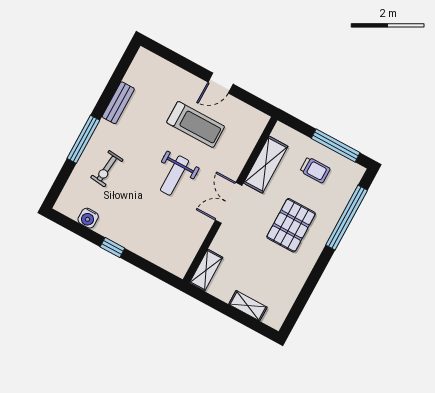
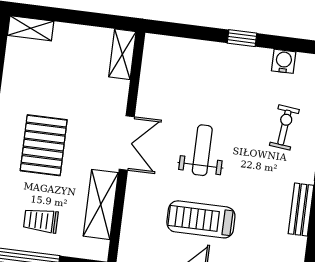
shelving: (248, 306) -> (31, 28), moved

